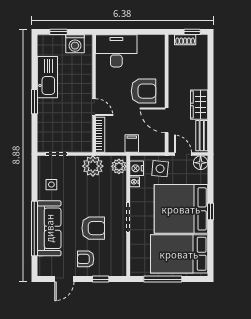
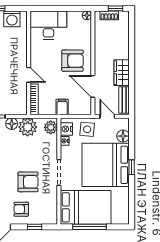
floor lamp: (160, 40) -> (87, 15), added
floor lamp: (75, 162) -> (12, 124), added
floor lamp: (201, 163) -> (123, 136), moved
bed: (179, 254) -> (86, 207), moved, turned 180

